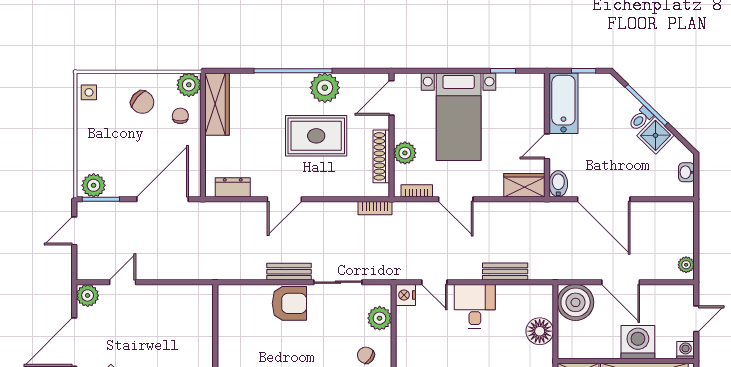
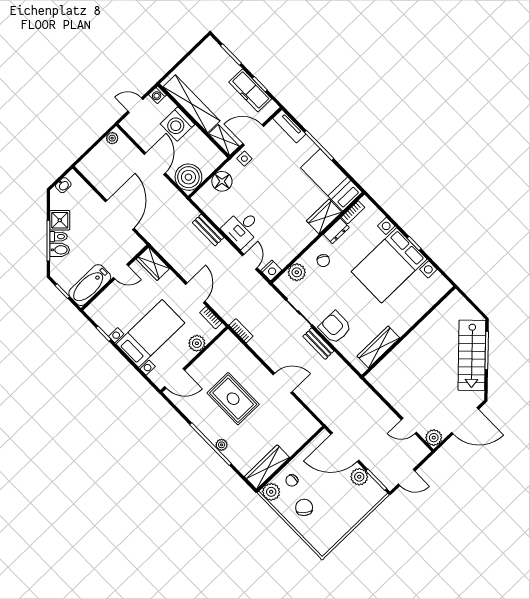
plant: (325, 88) -> (222, 445), moved, width x0.53, depth x0.53
side table: (89, 92) -> (326, 540), removed
shoe rack: (381, 156) -> (211, 354), removed
bidet: (558, 184) -> (60, 250), moved, turned -136
plant: (94, 185) -> (359, 477), moved
dresser: (233, 187) -> (303, 416), removed
wardrobe: (229, 327) -> (378, 347), added

